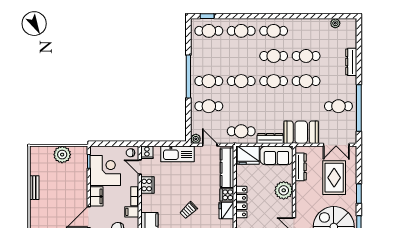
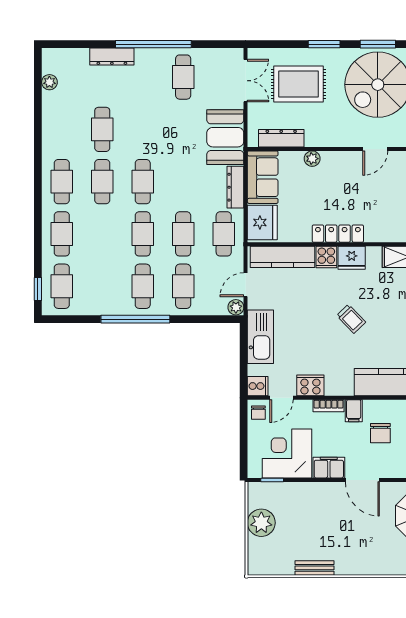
cafe table: (306, 81) -> (183, 234), moved
window: (359, 108) -> (153, 44), moved
plant: (284, 190) -> (312, 159), width x0.53, depth x0.53

